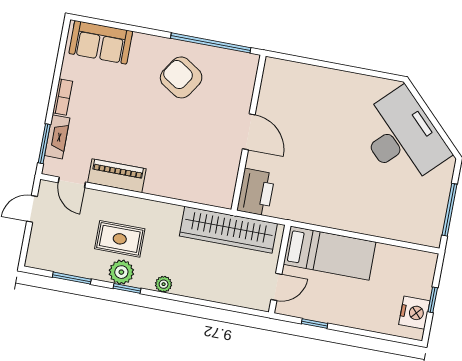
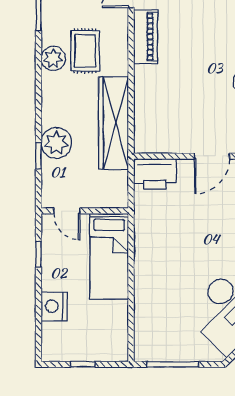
wardrobe: (228, 230) -> (113, 123), moved
plant: (164, 284) -> (56, 143), moved, width x1.88, depth x1.88
window: (127, 288) -> (38, 156), moved
nightstand: (414, 313) -> (54, 306), moved, turned 90

